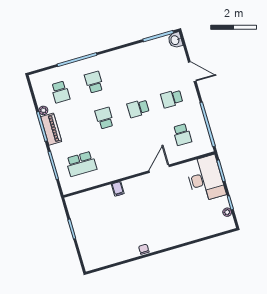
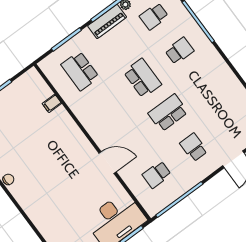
school desk: (138, 108) -> (168, 113), width x1.85
school desk: (104, 118) -> (142, 78), width x1.85
filing cabinet: (118, 189) -> (52, 103), moved

